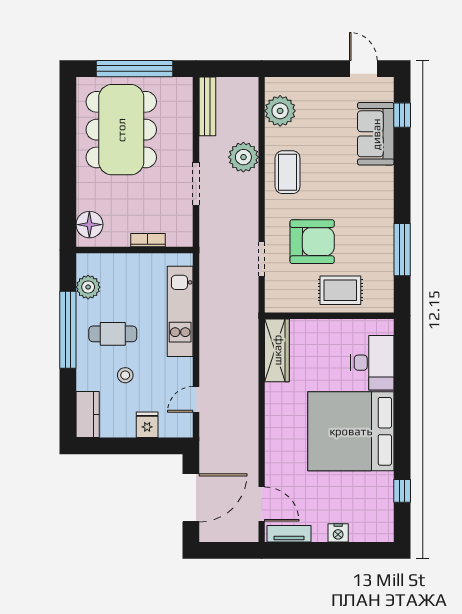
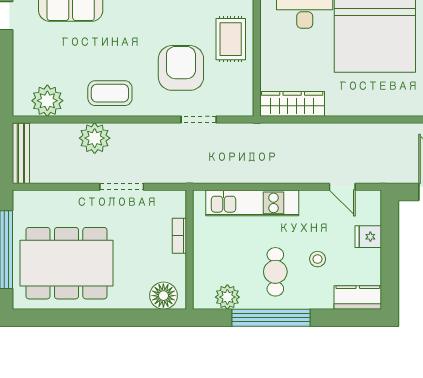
bench: (207, 106) -> (21, 153), moved, turned 90

